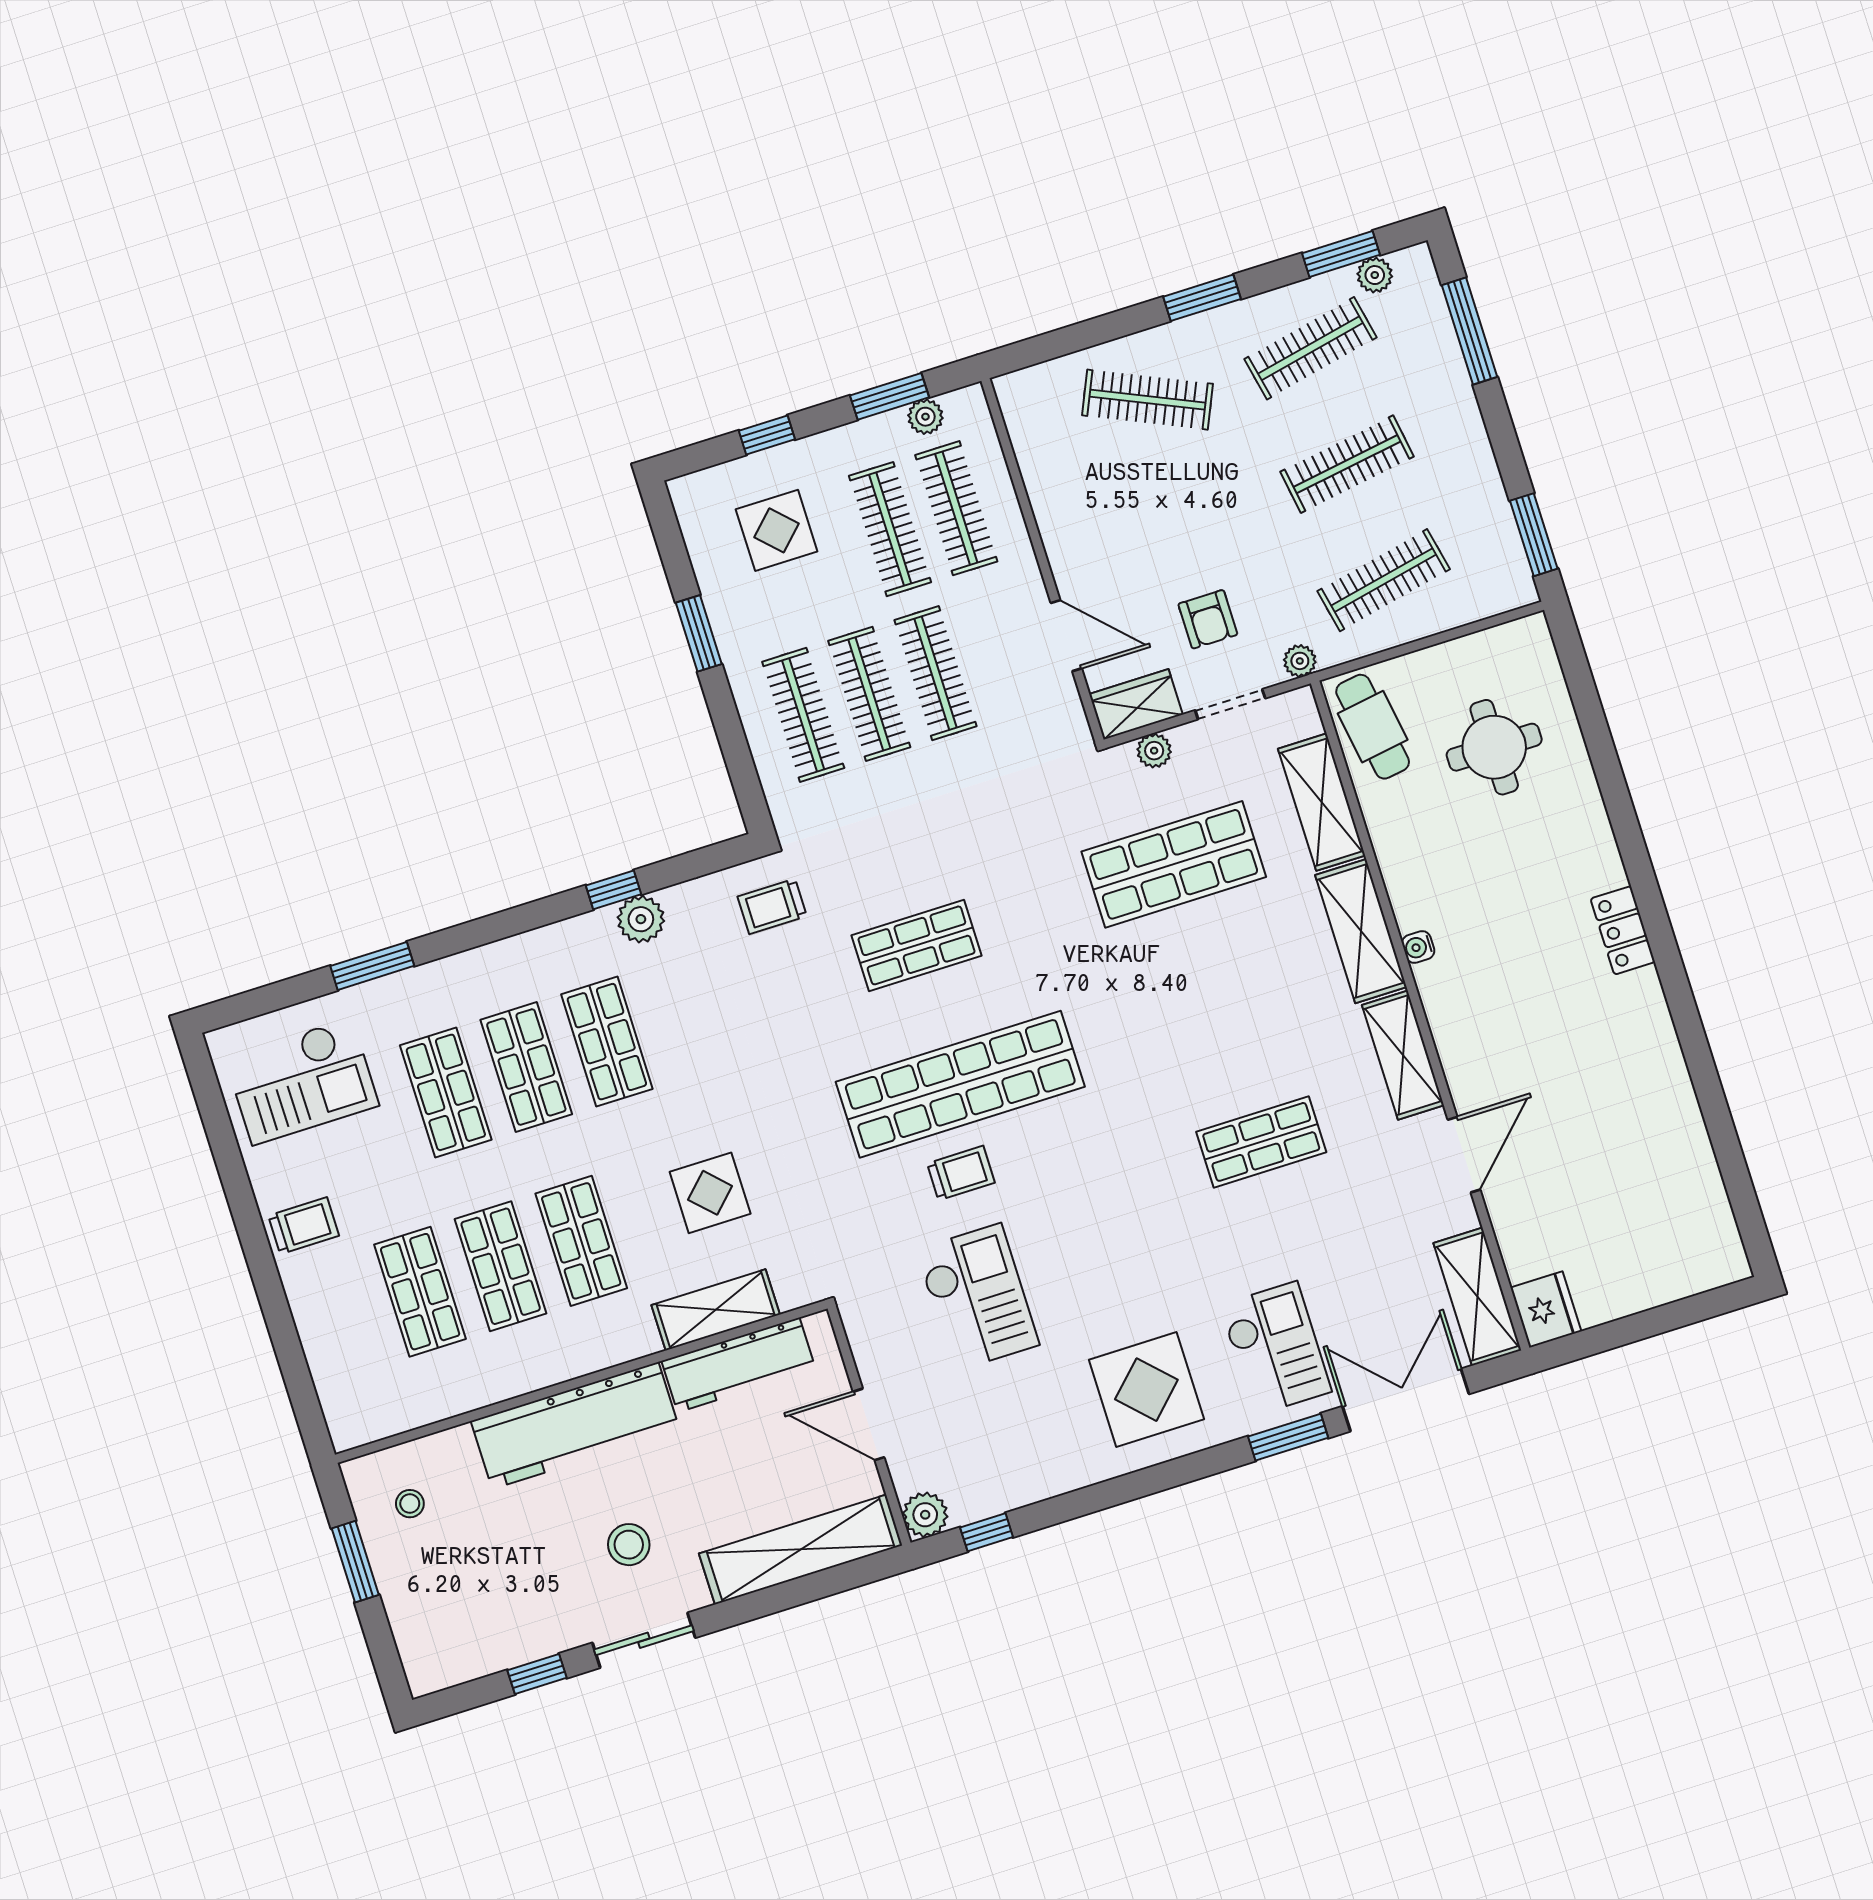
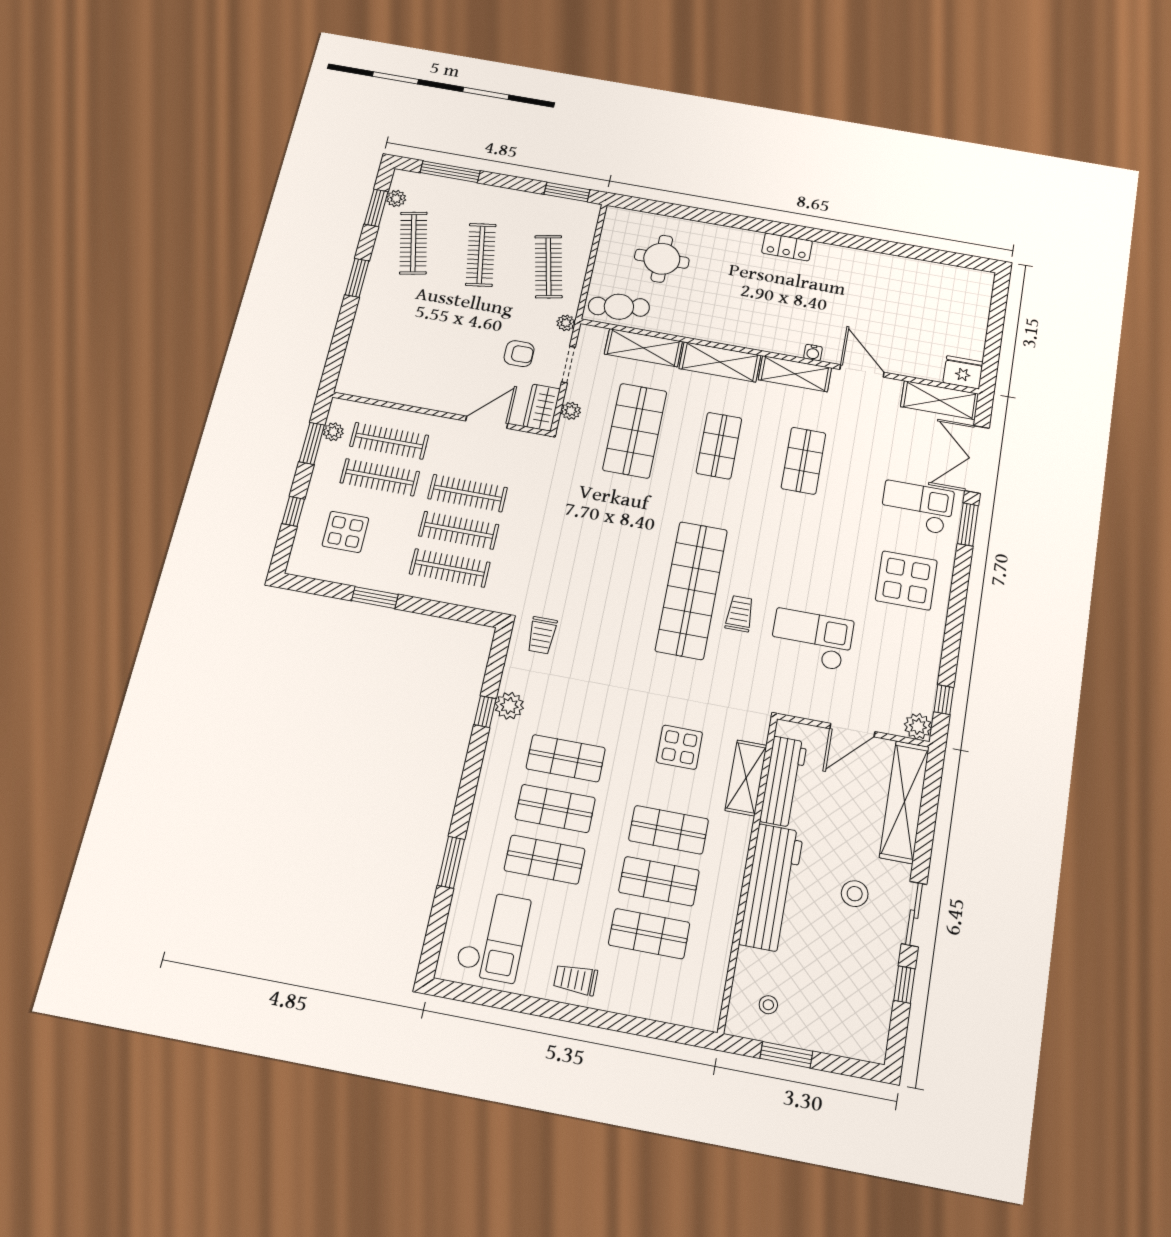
clothes rail: (1147, 400) -> (391, 327), removed
shop shelf: (916, 945) -> (719, 446), moved
water cooler: (1418, 947) -> (813, 353), moved
trolley: (304, 1226) -> (576, 980), turned -90

